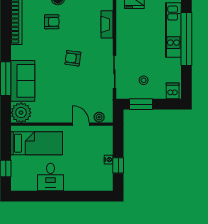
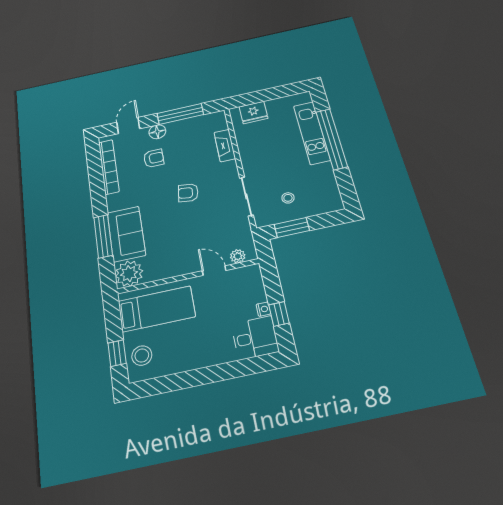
dishwasher: (173, 91) -> (331, 202), removed
stool: (22, 174) -> (142, 356), added
desk: (51, 177) -> (255, 338), moved, turned -90

